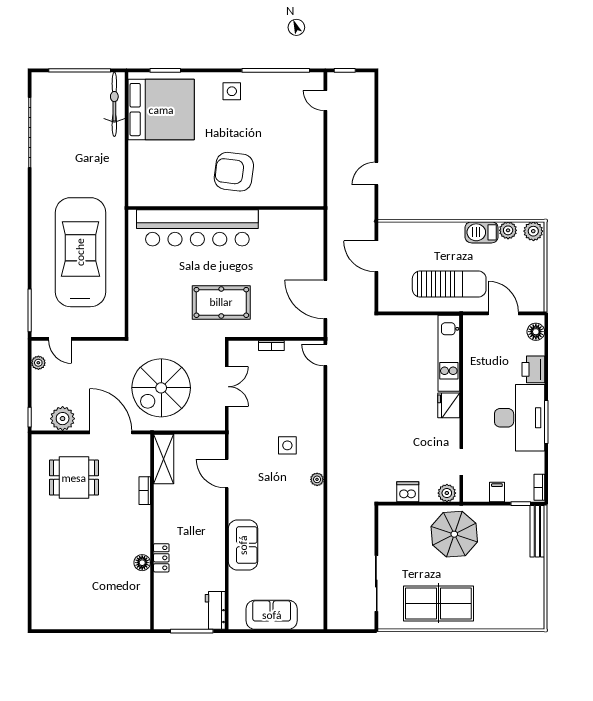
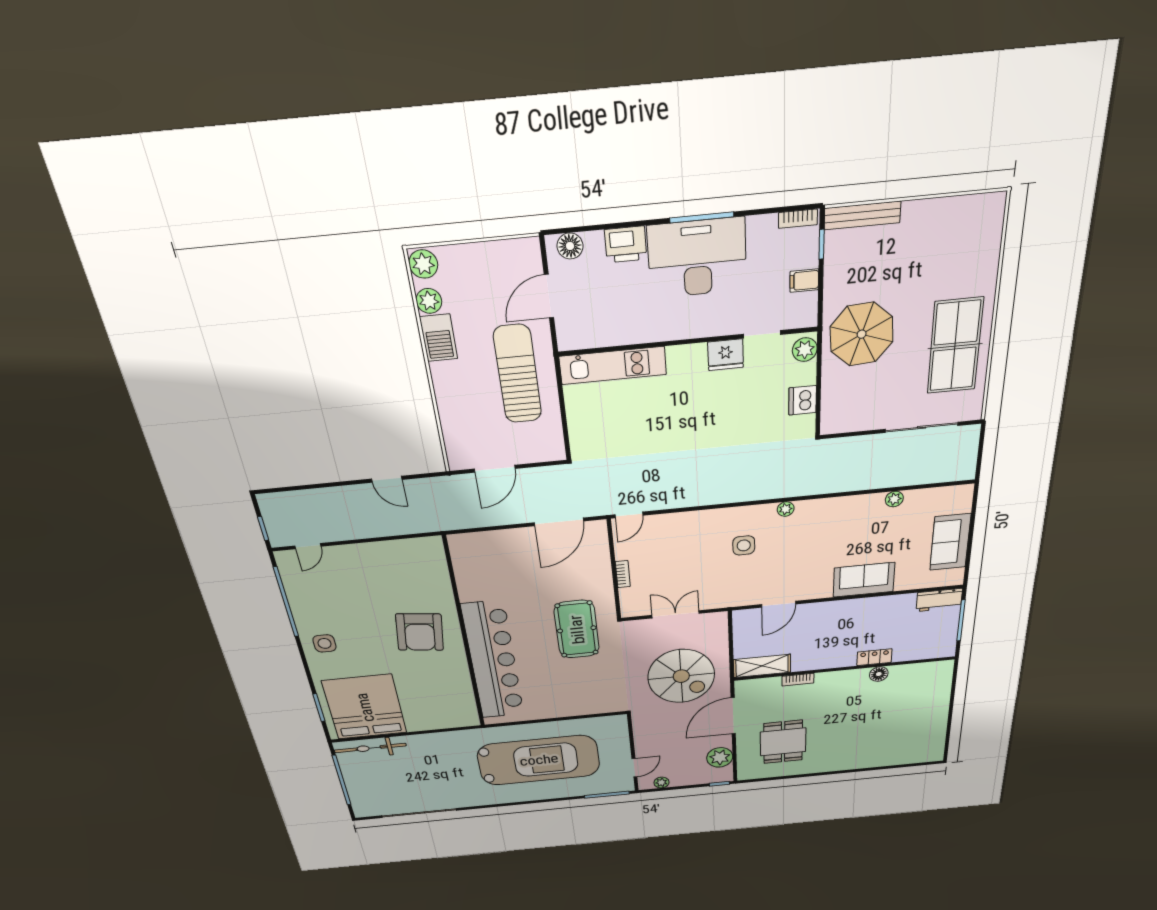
car: (80, 252) -> (539, 760), turned 180
fridge: (449, 405) -> (726, 355), moved
plant: (317, 566) -> (894, 499), added

